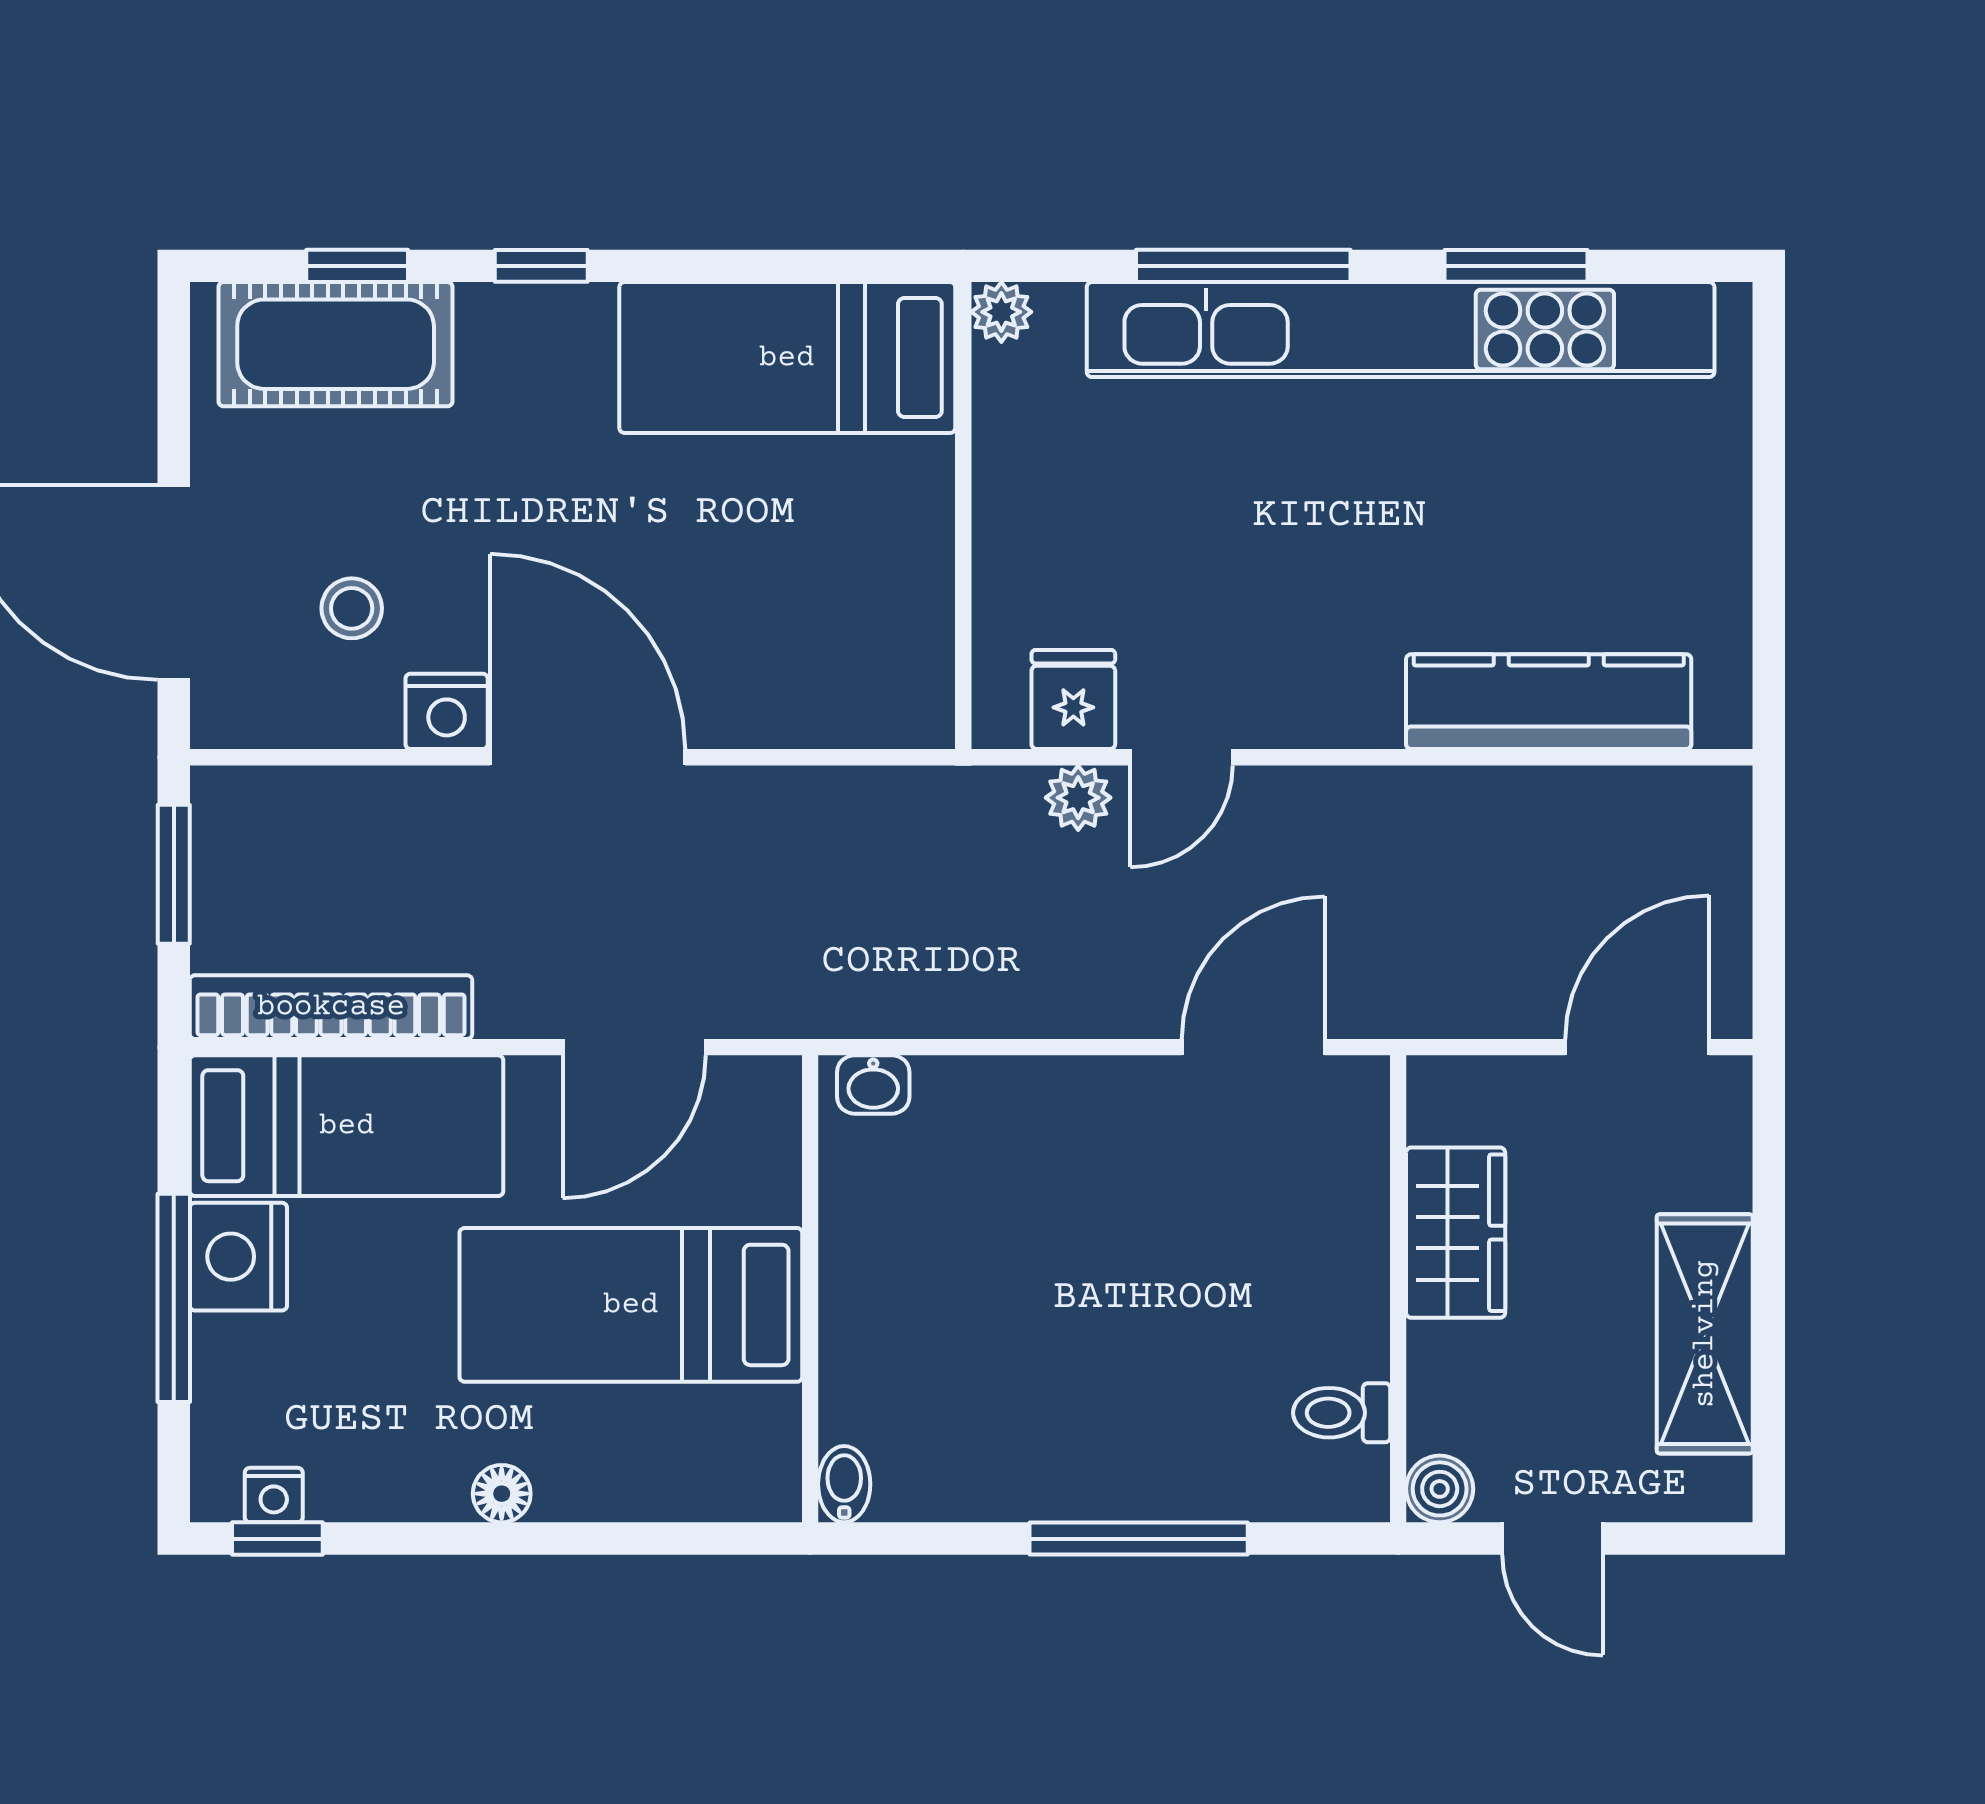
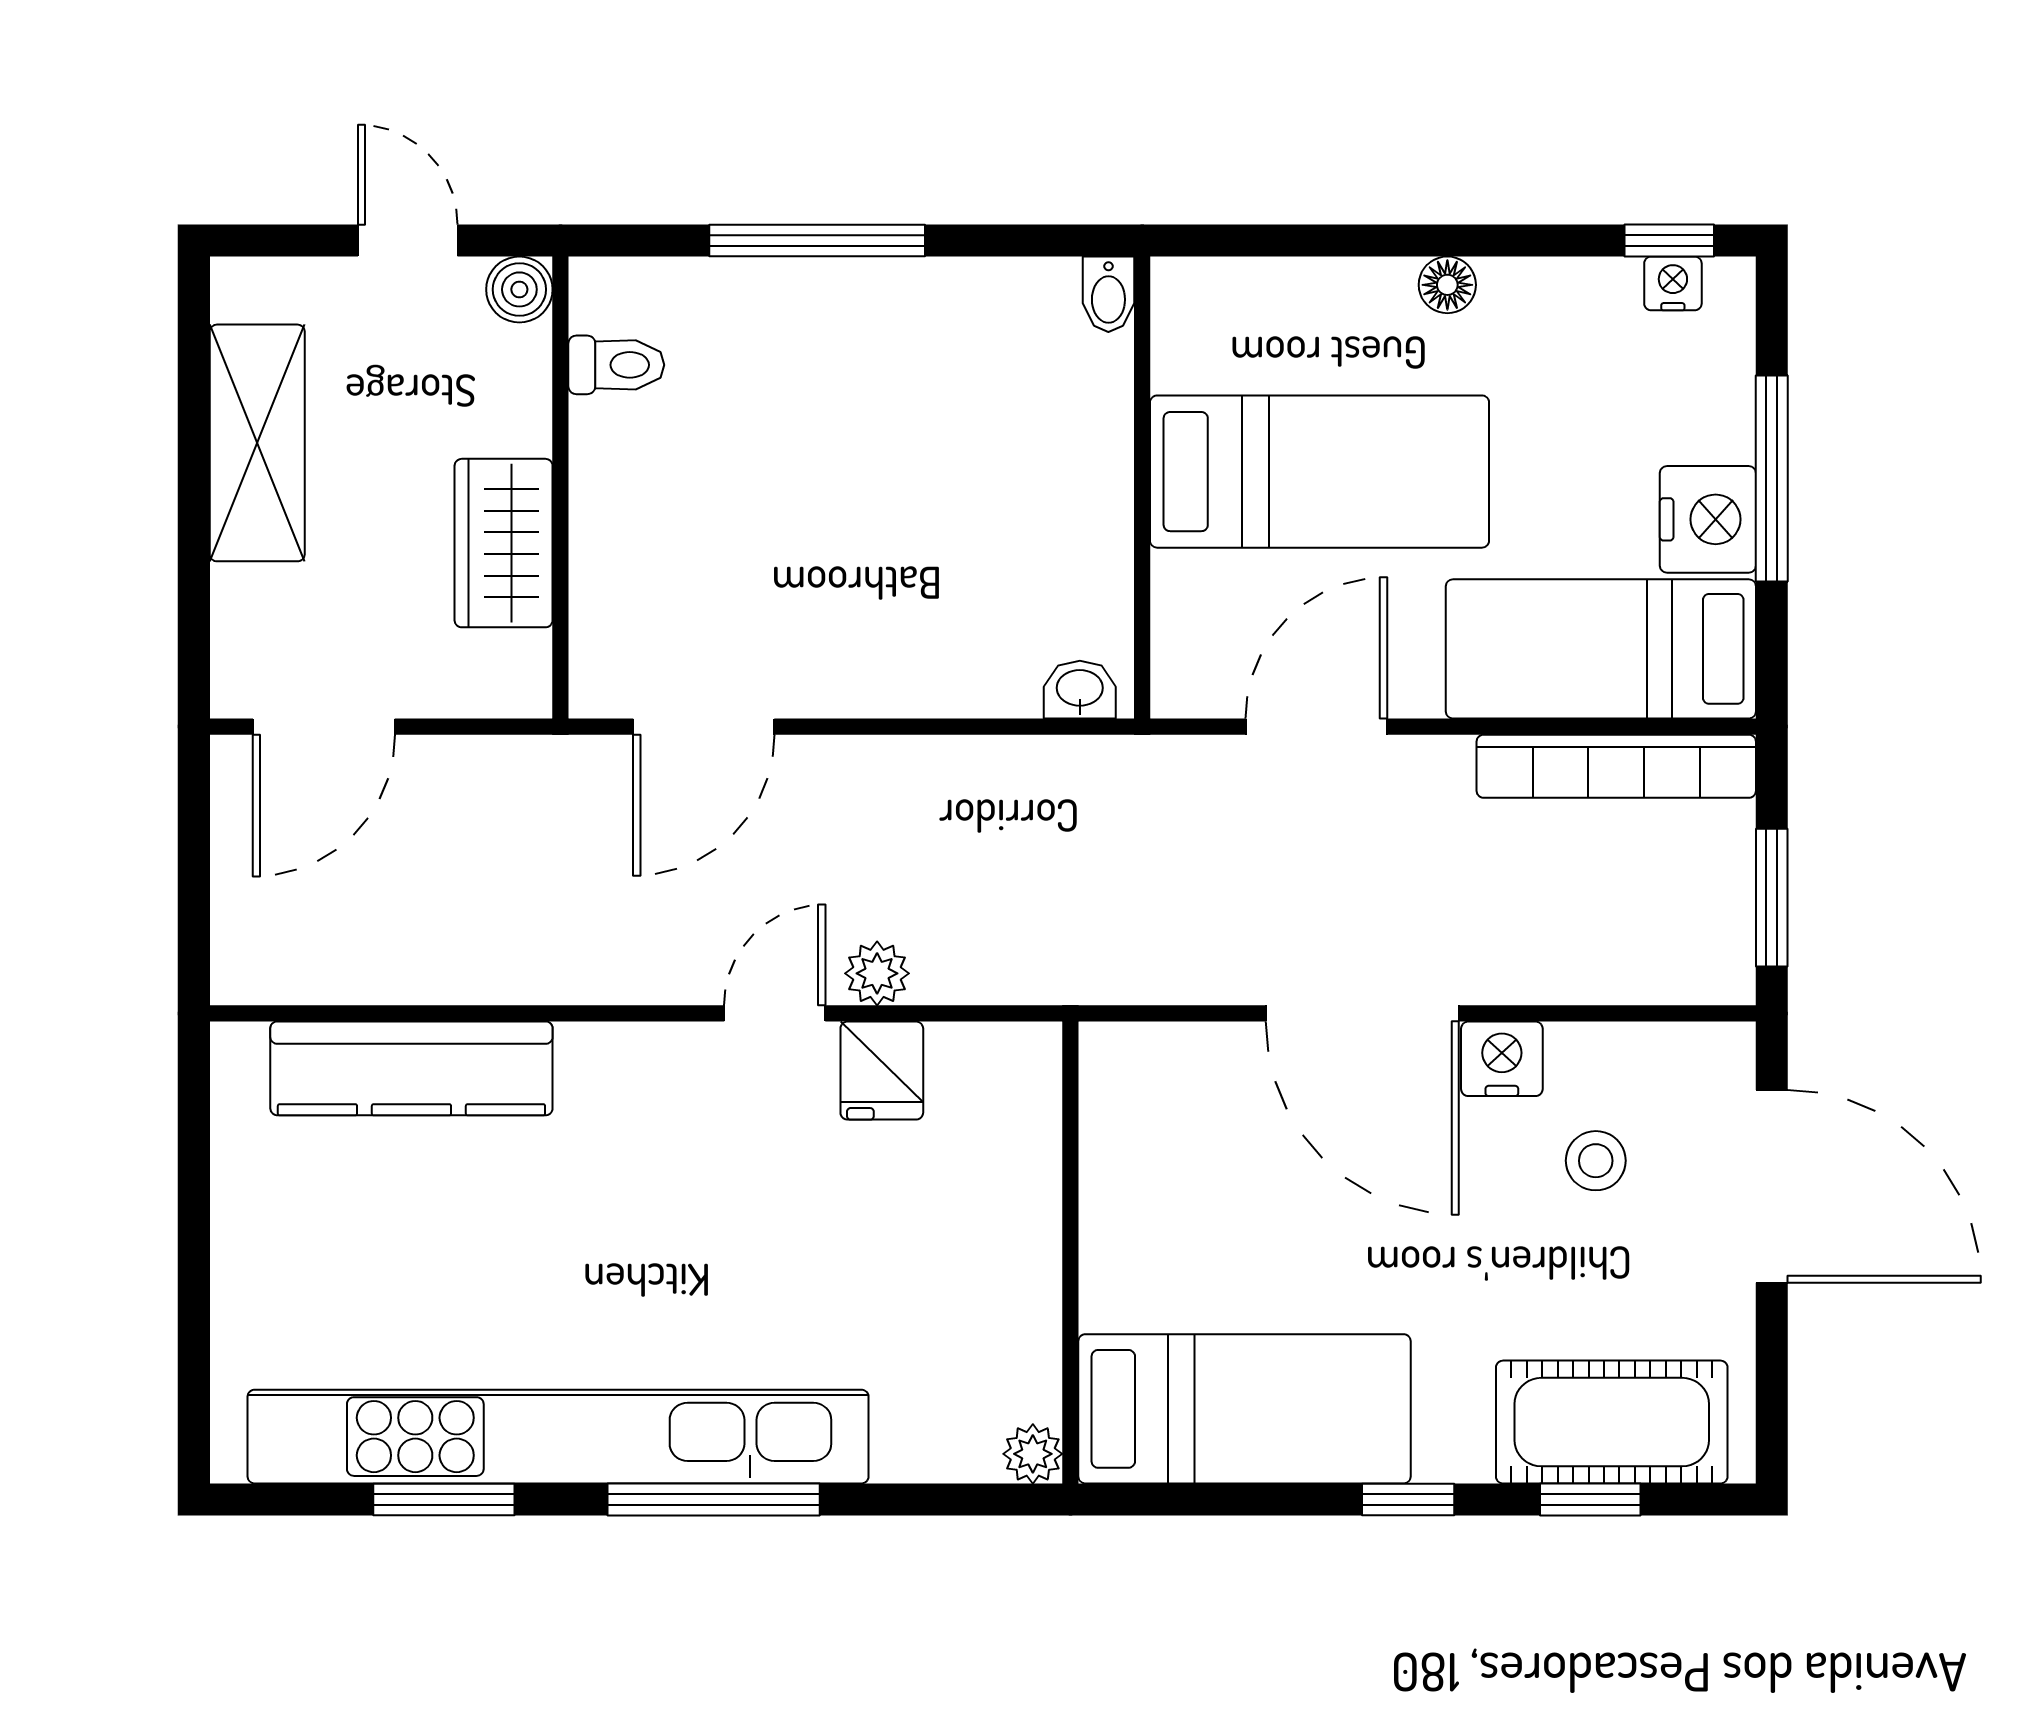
plant: (1001, 312) -> (1033, 1454), moved
bed: (787, 358) -> (1244, 1409), moved
wall: (963, 516) -> (1070, 1253), moved

